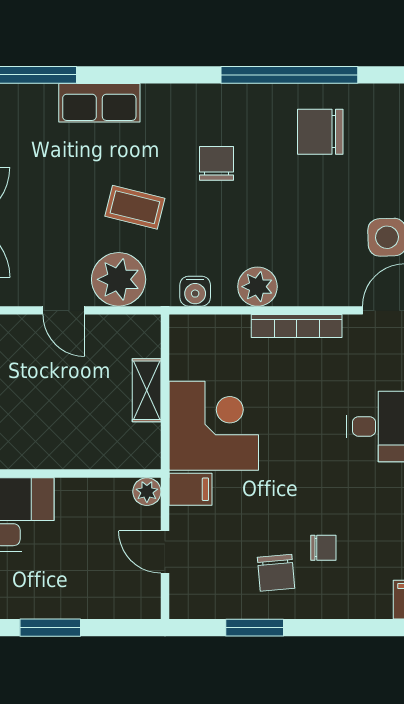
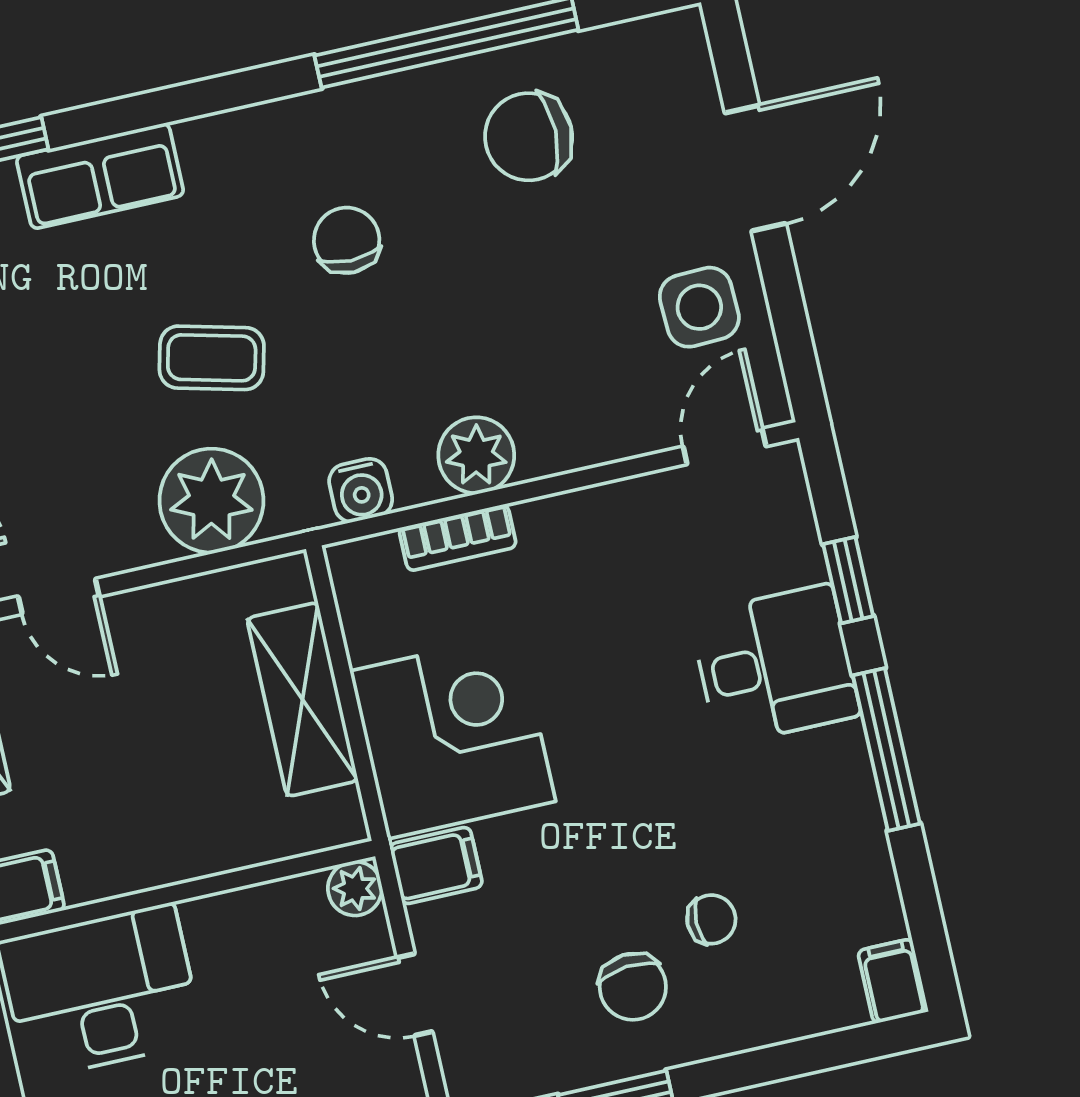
door: (64, 310) -> (59, 596), moved
bookcase: (297, 326) -> (458, 537), moved, width x0.64
shelving: (147, 390) -> (302, 699), width x1.50, depth x1.33

